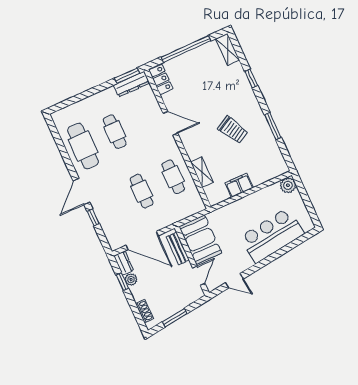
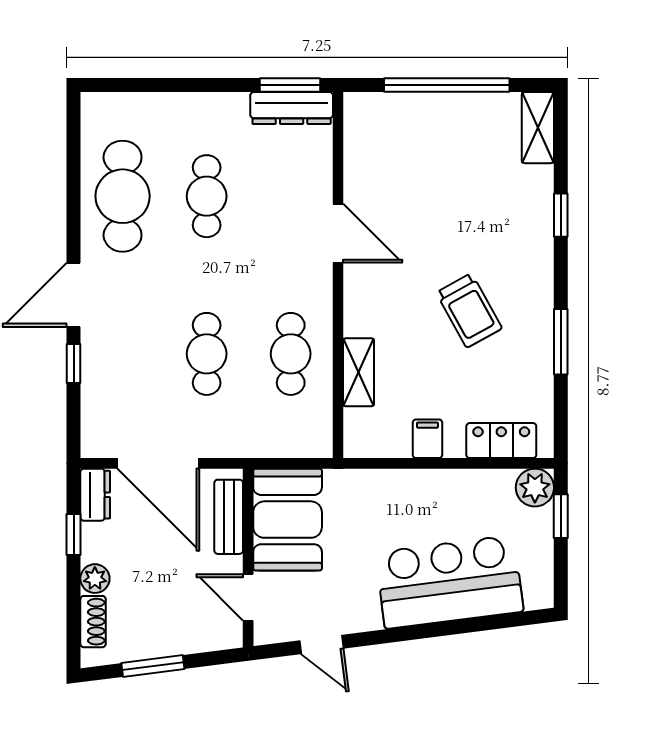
locker: (161, 79) -> (501, 441), moved, turned -90
filing cabinet: (239, 185) -> (427, 439), width x0.50
window: (303, 192) -> (561, 516), added
door: (199, 276) -> (248, 597), swing flipped
plant: (131, 279) -> (95, 579), moved

